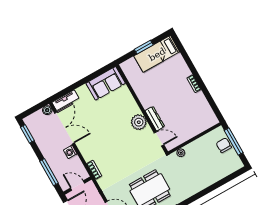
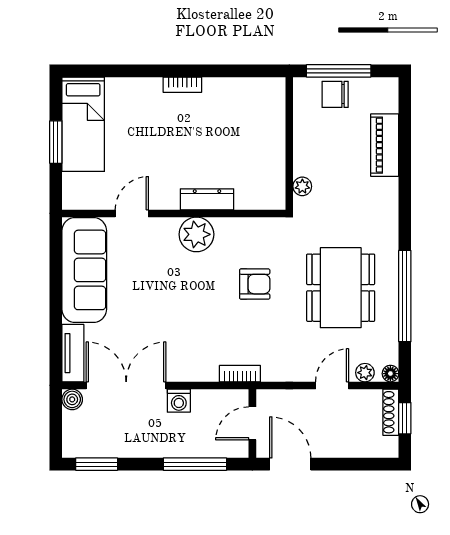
sofa: (106, 83) -> (84, 270), width x1.36
door: (159, 139) -> (132, 213), moved
armchair: (132, 156) -> (255, 284), added
piano: (215, 176) -> (385, 145), added

